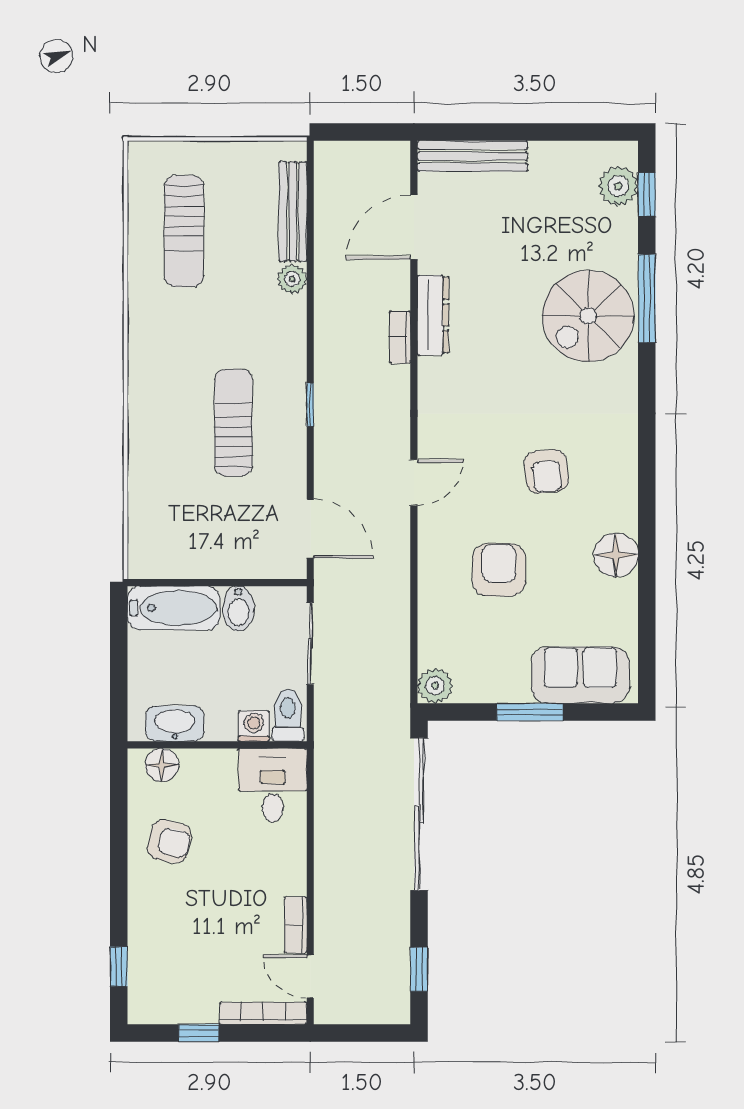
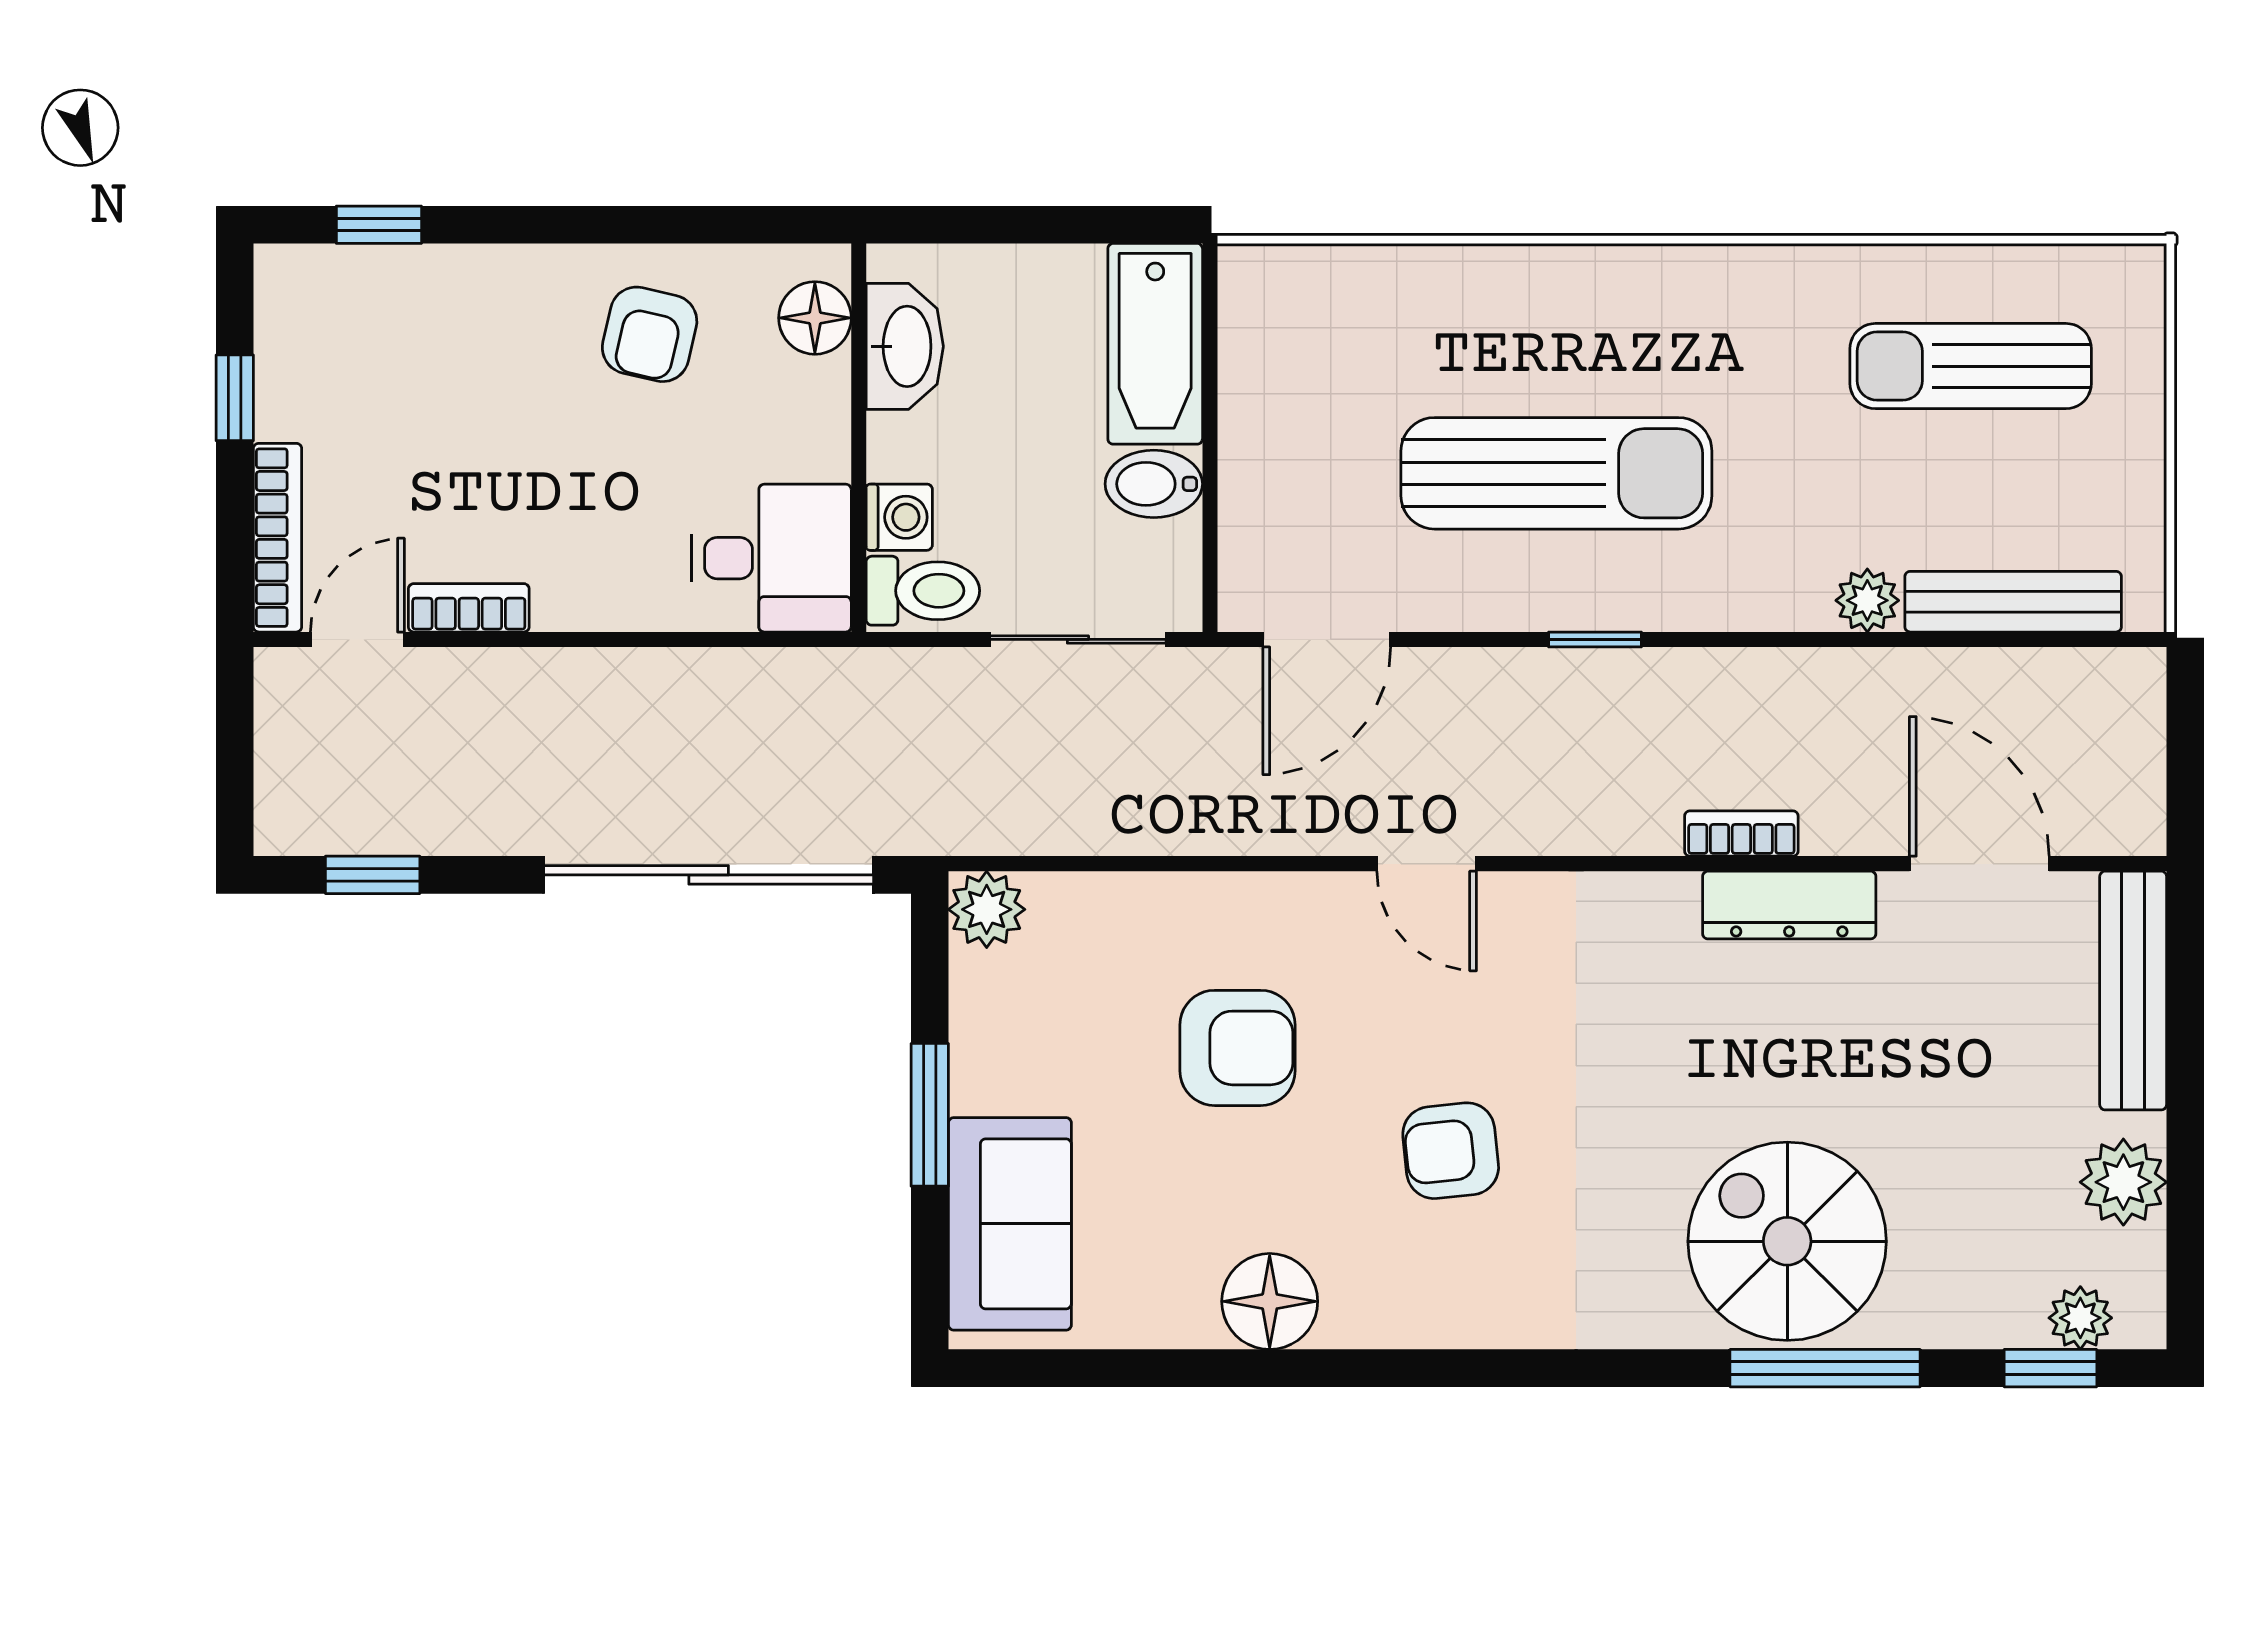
plant: (561, 161) -> (2123, 1182), added
plant: (618, 186) -> (2080, 1318), width x0.73, depth x0.73
sun lounger: (234, 423) -> (1556, 473), width x1.36, depth x1.34

